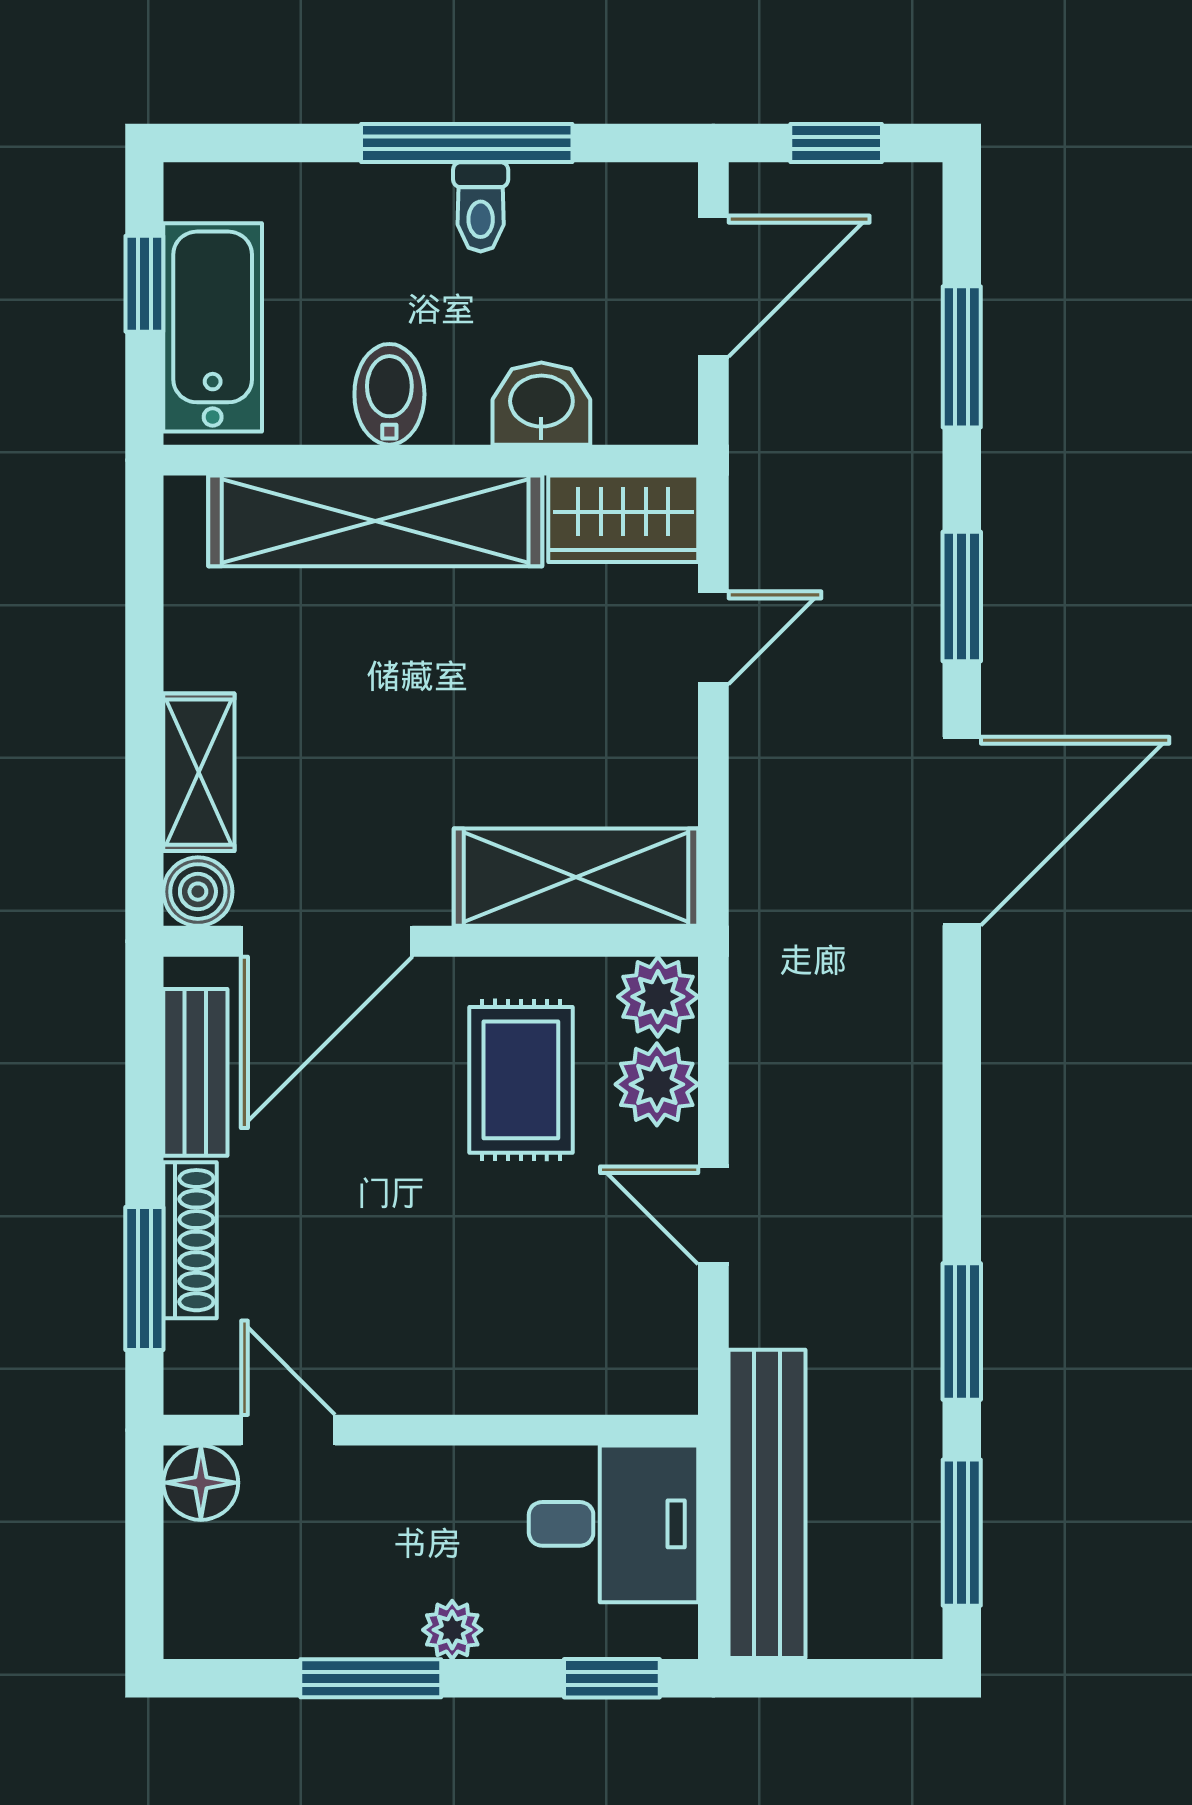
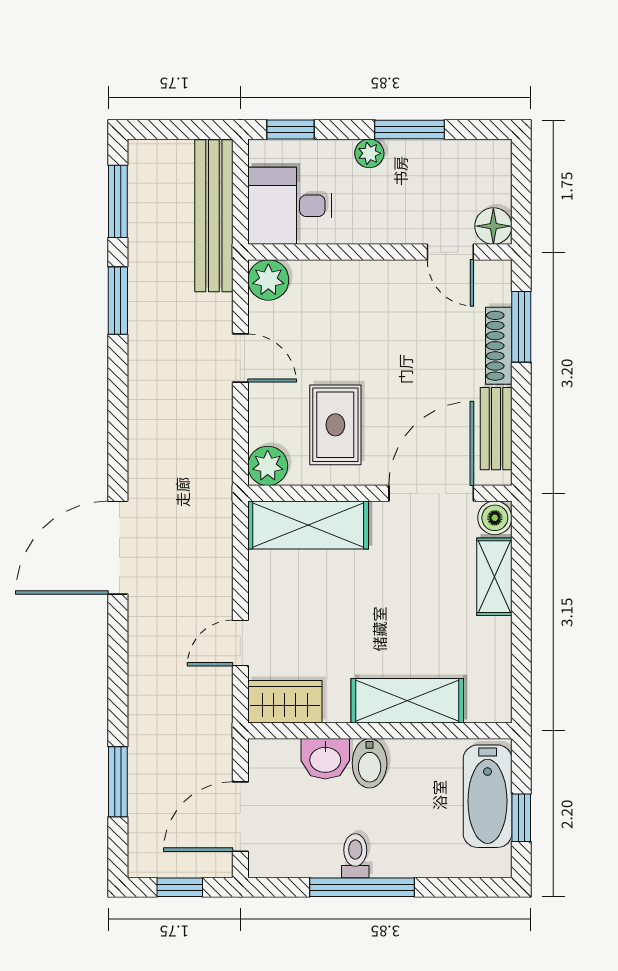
bidet: (389, 394) -> (370, 763), moved
shelving: (375, 521) -> (407, 701), width x0.68
window: (962, 597) -> (118, 663), removed
plant: (657, 1084) -> (268, 280), moved

